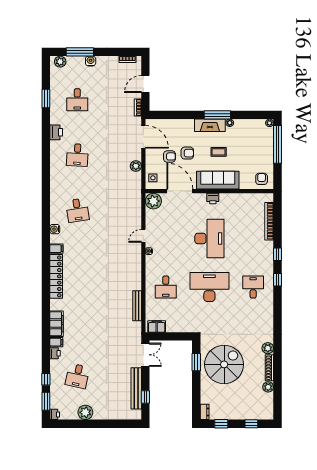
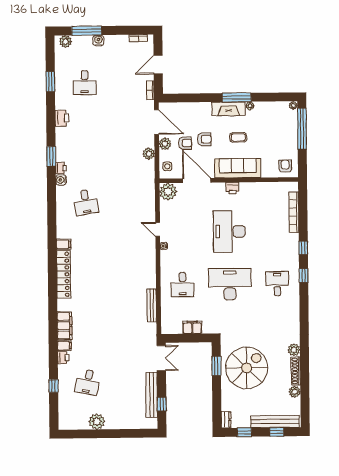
desk: (77, 155) -> (85, 142), removed
plant: (151, 157) -> (165, 144), added
water cooler: (55, 229) -> (61, 180), moved
door: (143, 236) -> (158, 229), hinge flipped
desk: (209, 238) -> (229, 231), turned 180
filing cabinet: (157, 327) -> (192, 327), moved
window: (46, 401) -> (51, 156), moved
printer: (55, 414) -> (61, 168), moved
bench: (250, 414) -> (275, 422), added

